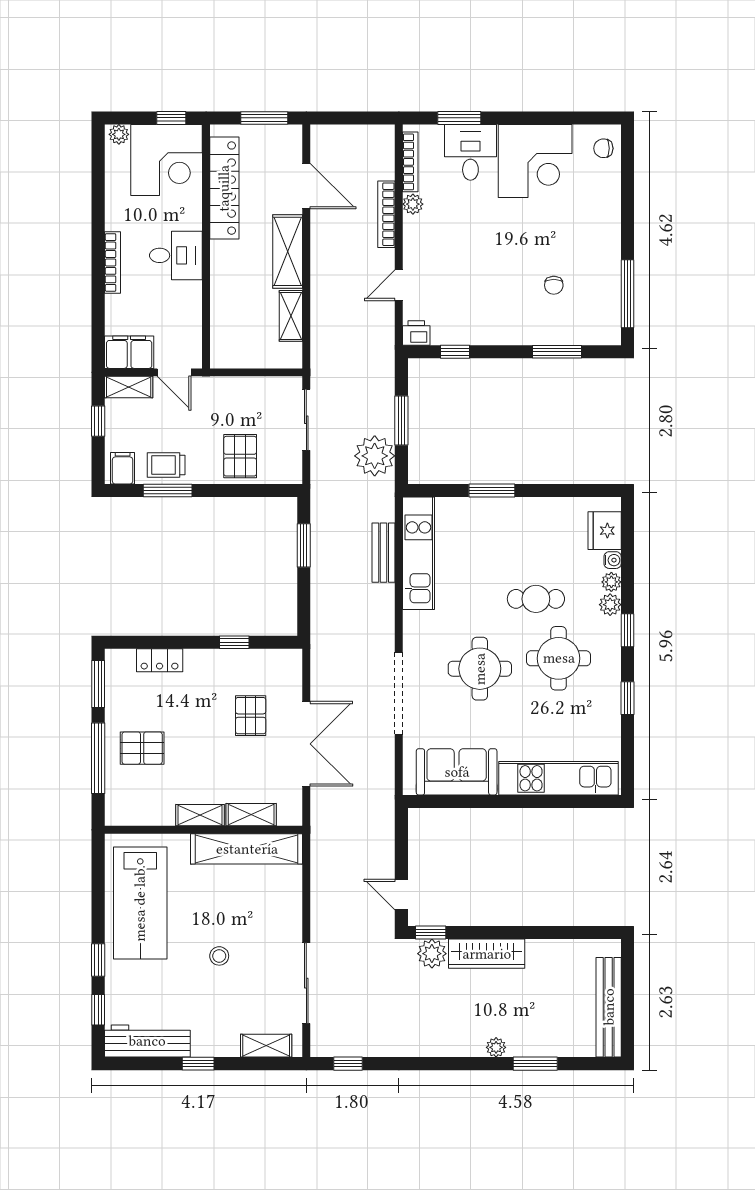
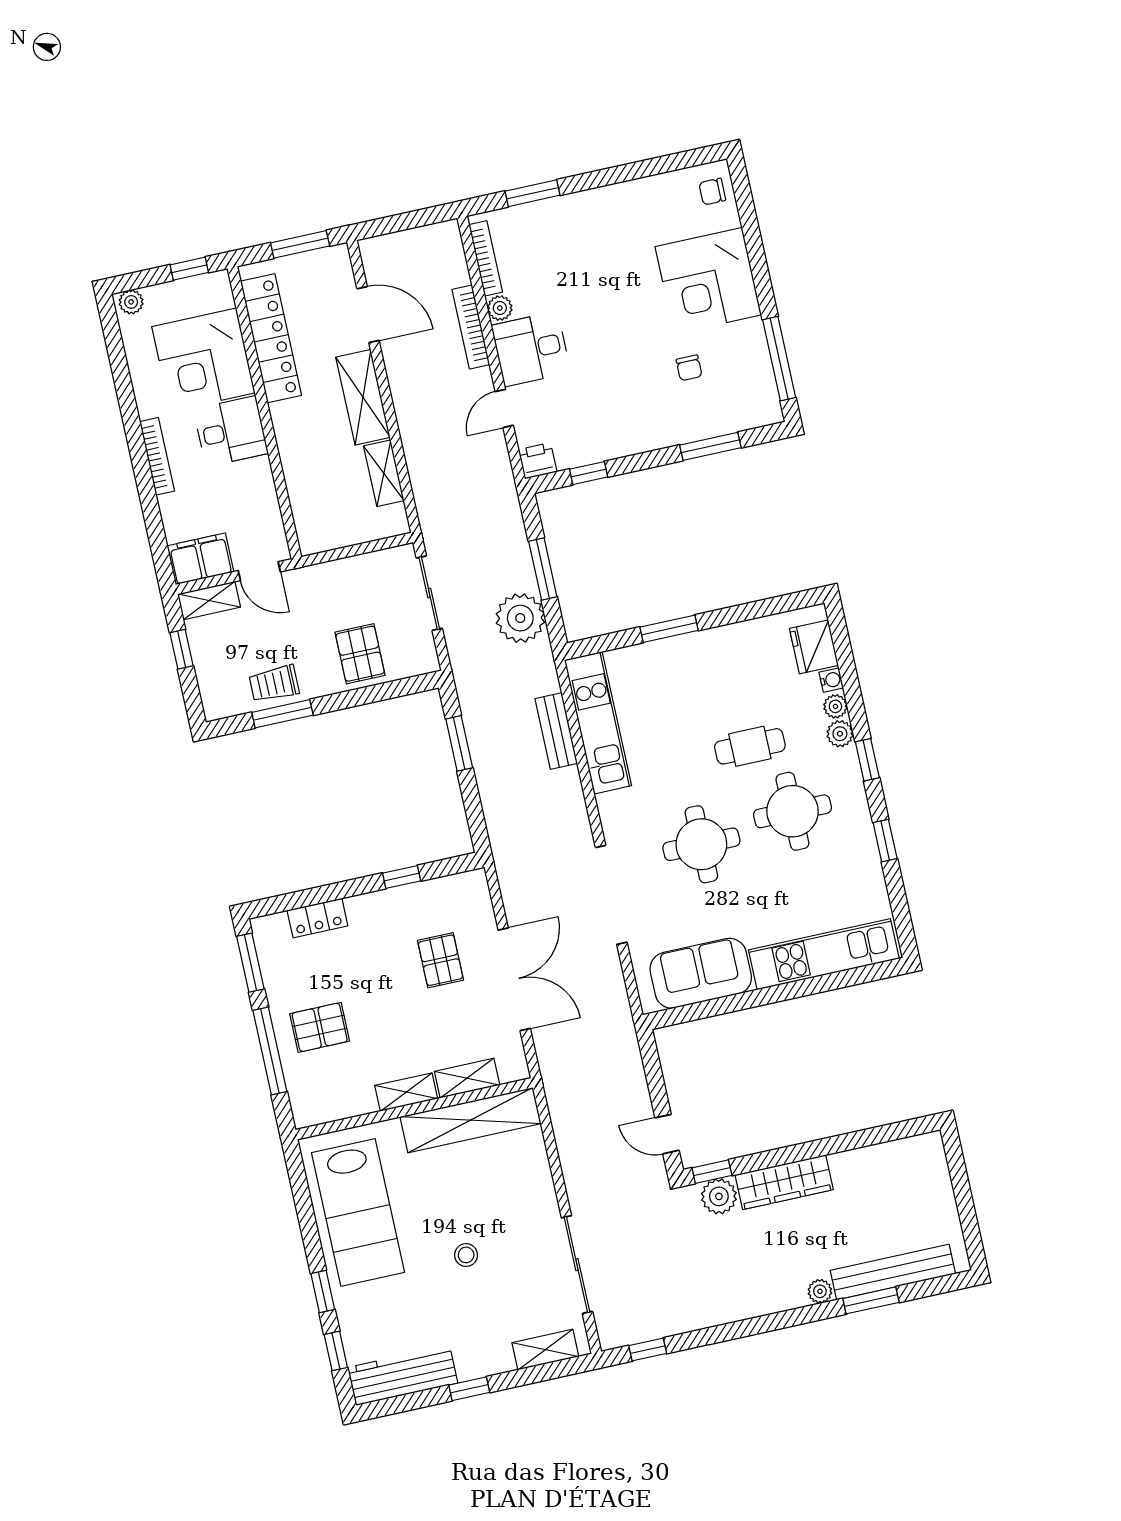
desk: (470, 152) -> (531, 349), moved, turned -90
corner desk: (167, 160) -> (203, 360), moved, turned 90
corner desk: (535, 161) -> (708, 281), moved, turned 90
filing cabinet: (123, 468) -> (223, 699), removed
bench: (609, 1007) -> (893, 1272), moved, turned 90

